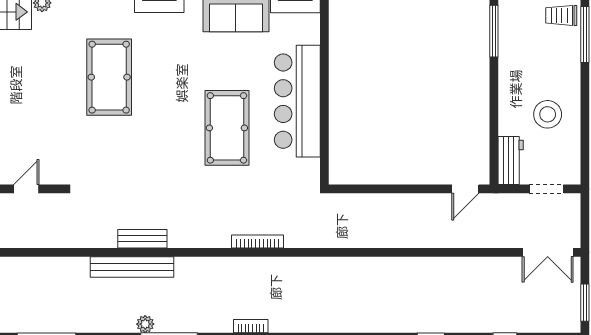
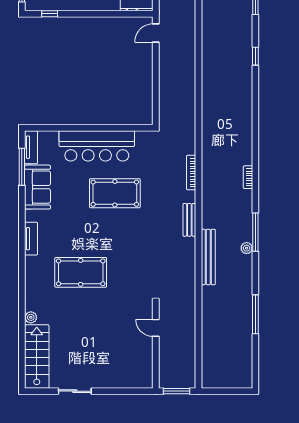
window: (494, 31) -> (50, 14), width x0.46
door: (465, 189) -> (156, 33), swing flipped
bench: (142, 239) -> (189, 220), moved

